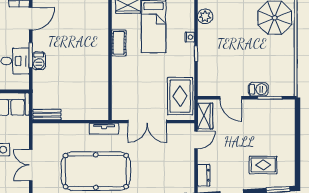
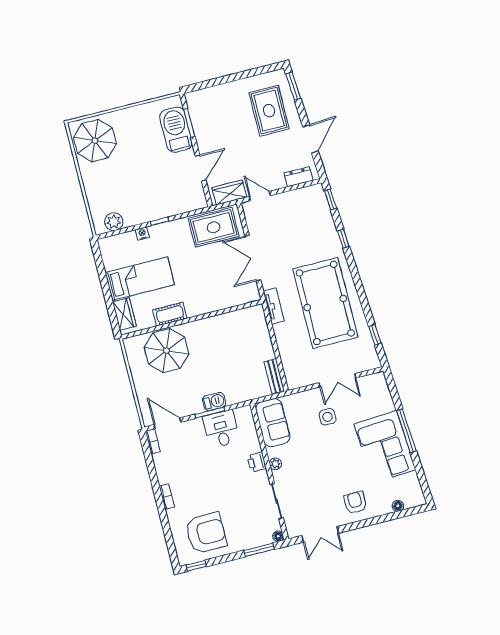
parasol: (90, 33) -> (167, 351), added
barbecue: (258, 89) -> (176, 130), width x1.88, depth x1.53
double door: (147, 122) -> (253, 258), swing flipped
rug: (263, 165) -> (269, 111), width x1.36, depth x1.43

